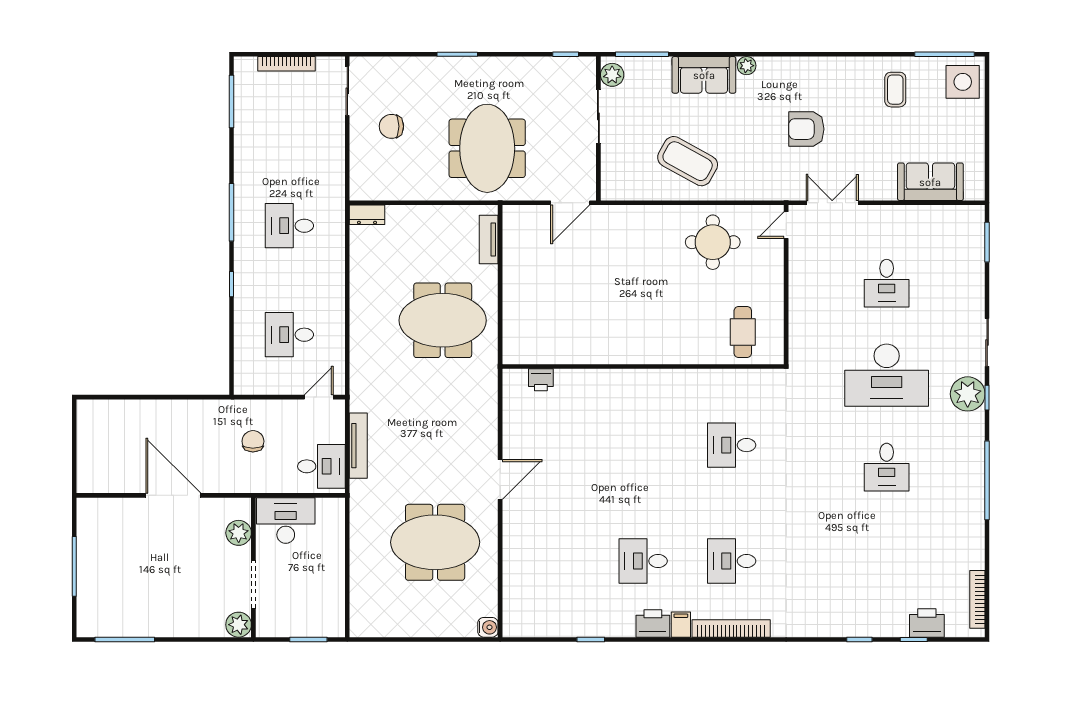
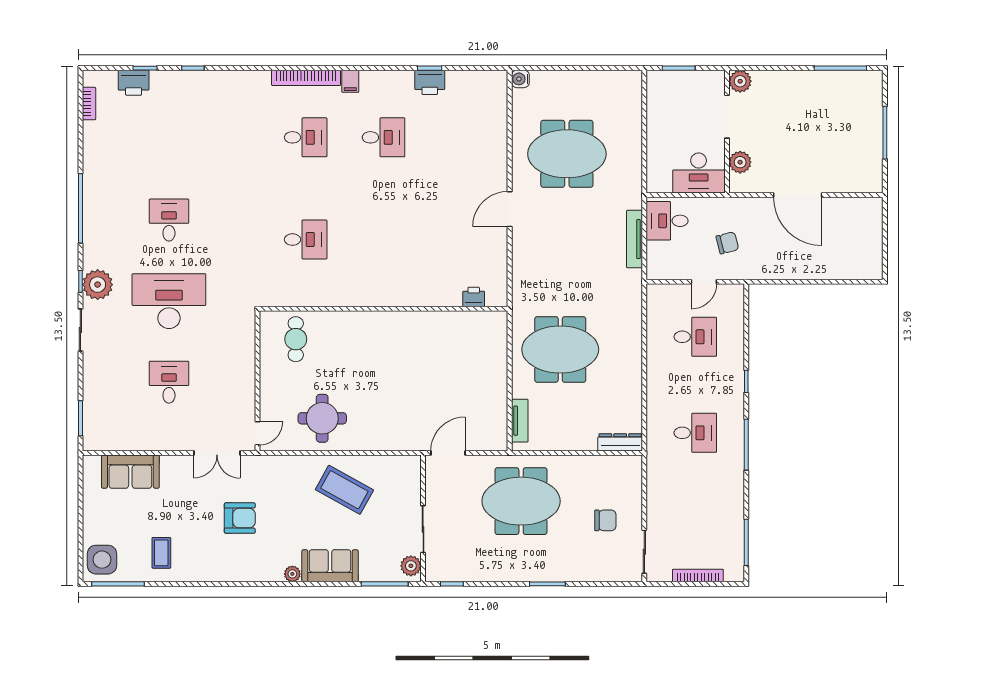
meeting table: (487, 148) -> (521, 501), turned 90
dresser: (367, 215) -> (620, 442), width x1.44
door: (319, 397) -> (704, 282), moved
chair: (253, 441) -> (727, 243), turned -104
bookcase: (977, 599) -> (89, 104), width x0.64
printer: (653, 623) -> (430, 82), moved

